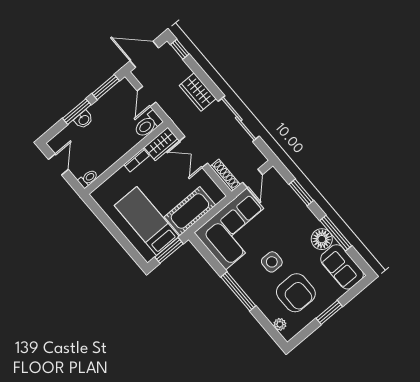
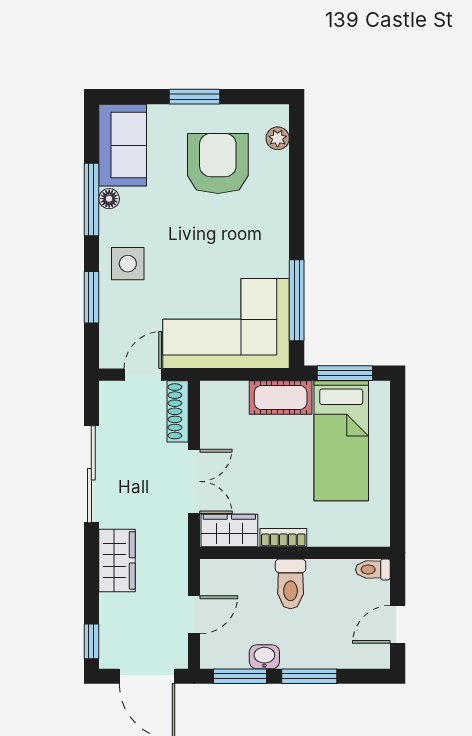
washbasin: (84, 120) -> (264, 657), moved
toilet: (148, 124) -> (291, 584), moved, turned 90
cot: (190, 211) -> (281, 397), width x0.73, depth x0.75
floor lamp: (322, 239) -> (109, 199), width x0.53, depth x0.53
side table: (272, 262) -> (128, 264), moved
window: (238, 291) -> (297, 300), moved

